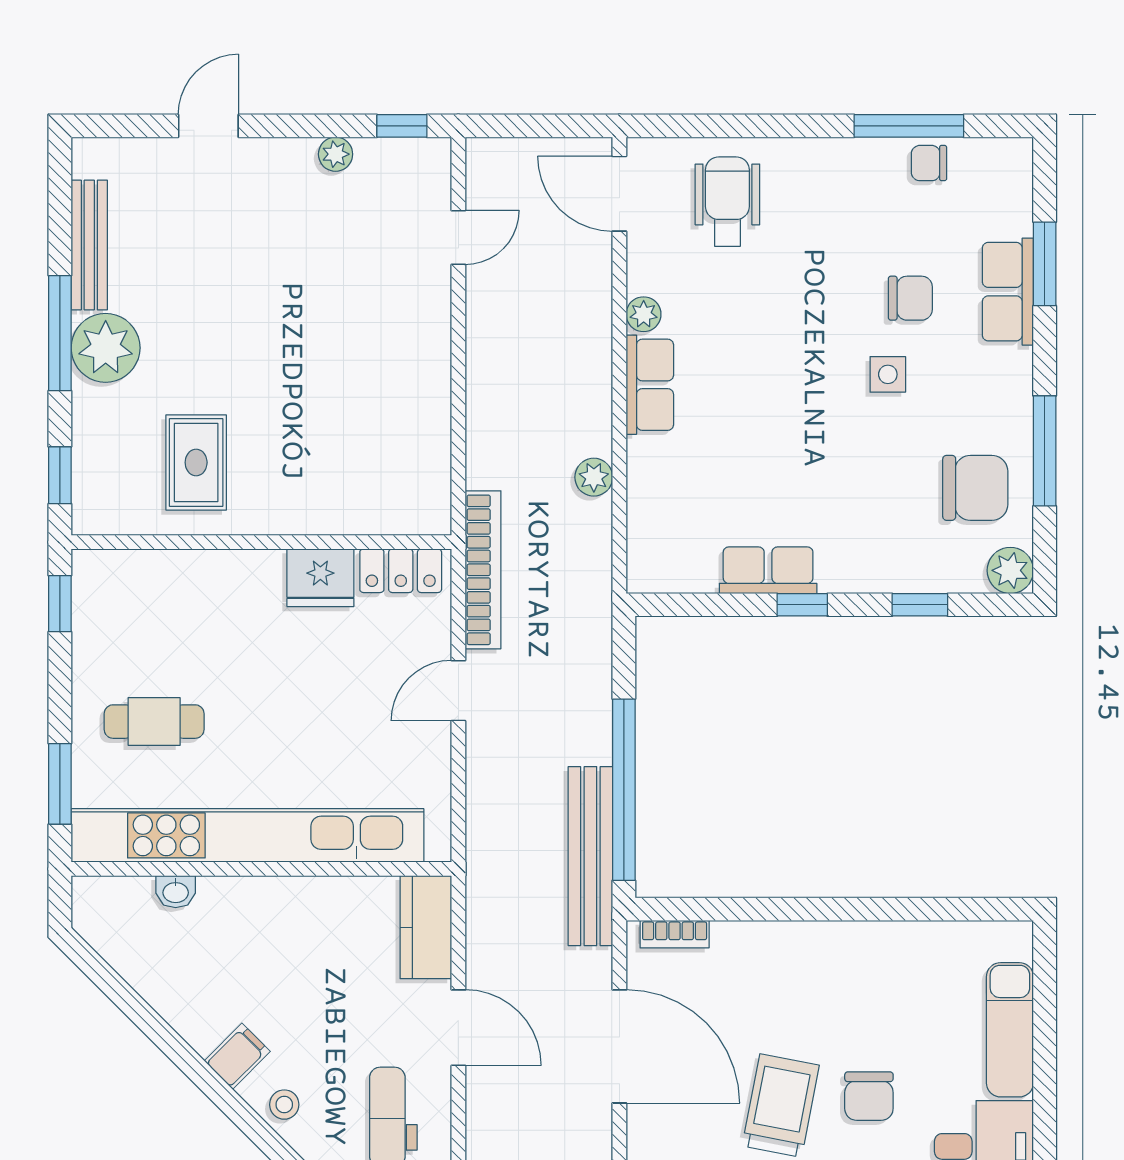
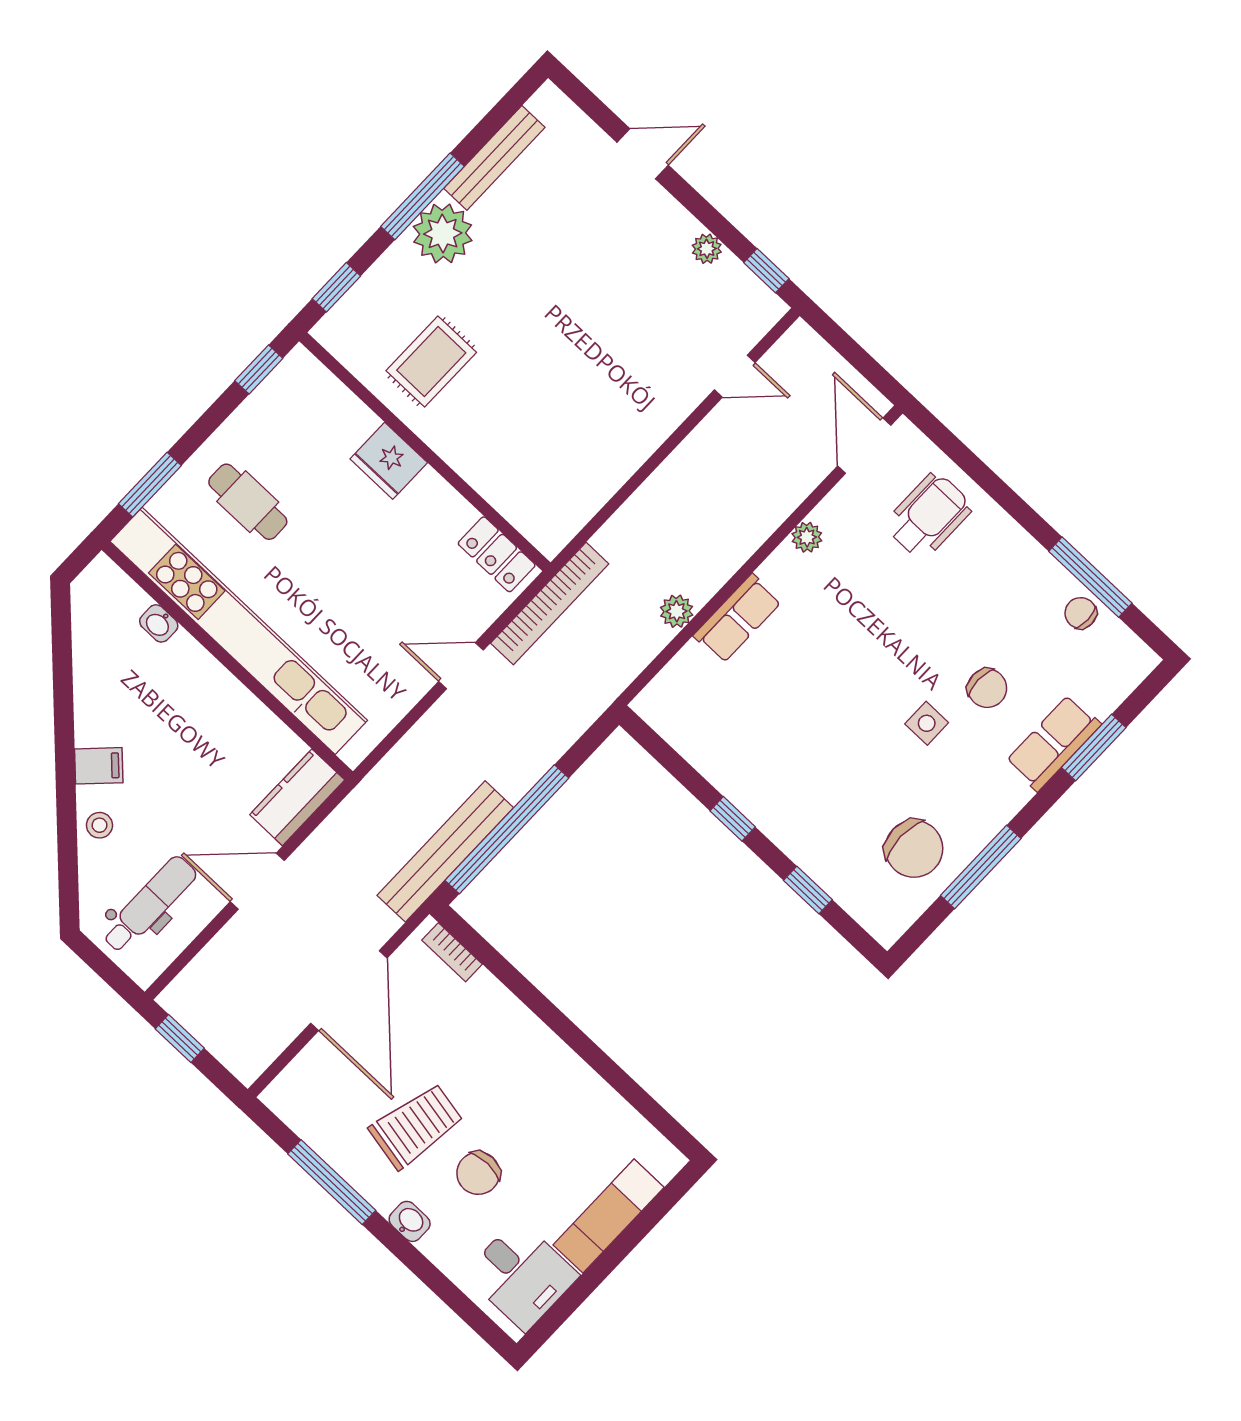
row of seats: (650, 385) -> (738, 619), moved
row of seats: (768, 570) -> (732, 776), removed
plant: (1010, 570) -> (886, 923), removed
fridge: (320, 578) -> (389, 461), moved
door: (458, 1028) -> (257, 881), swing flipped

